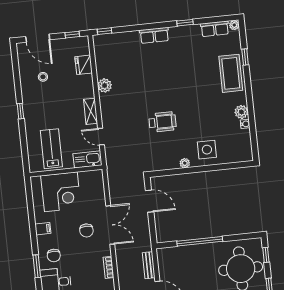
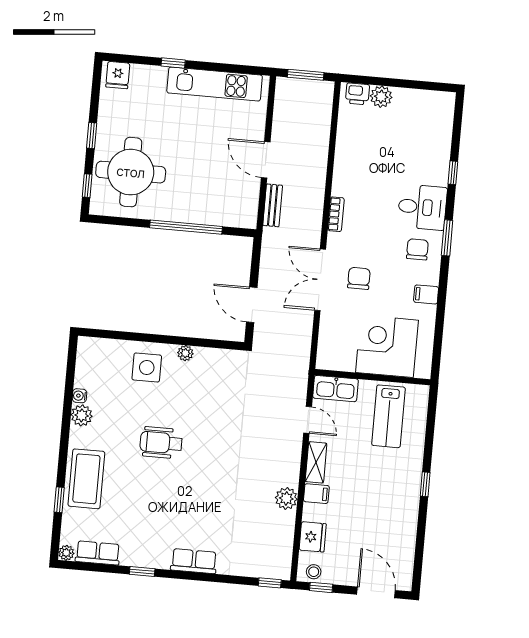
stool: (43, 77) -> (314, 572), moved
filing cabinet: (87, 92) -> (316, 494), added
wheelchair: (162, 122) -> (161, 443), moved

